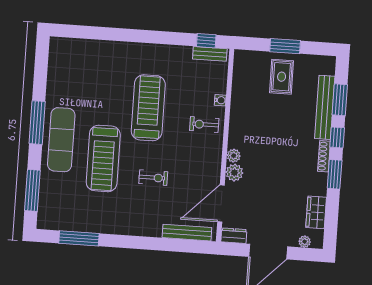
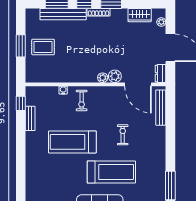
bench: (210, 54) -> (30, 118), moved

